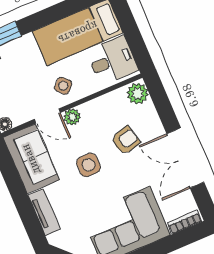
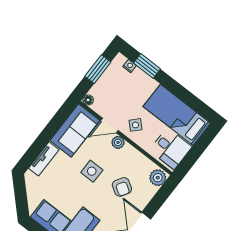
door: (47, 116) -> (109, 125), hinge flipped
armchair: (126, 140) -> (122, 187), turned 46

